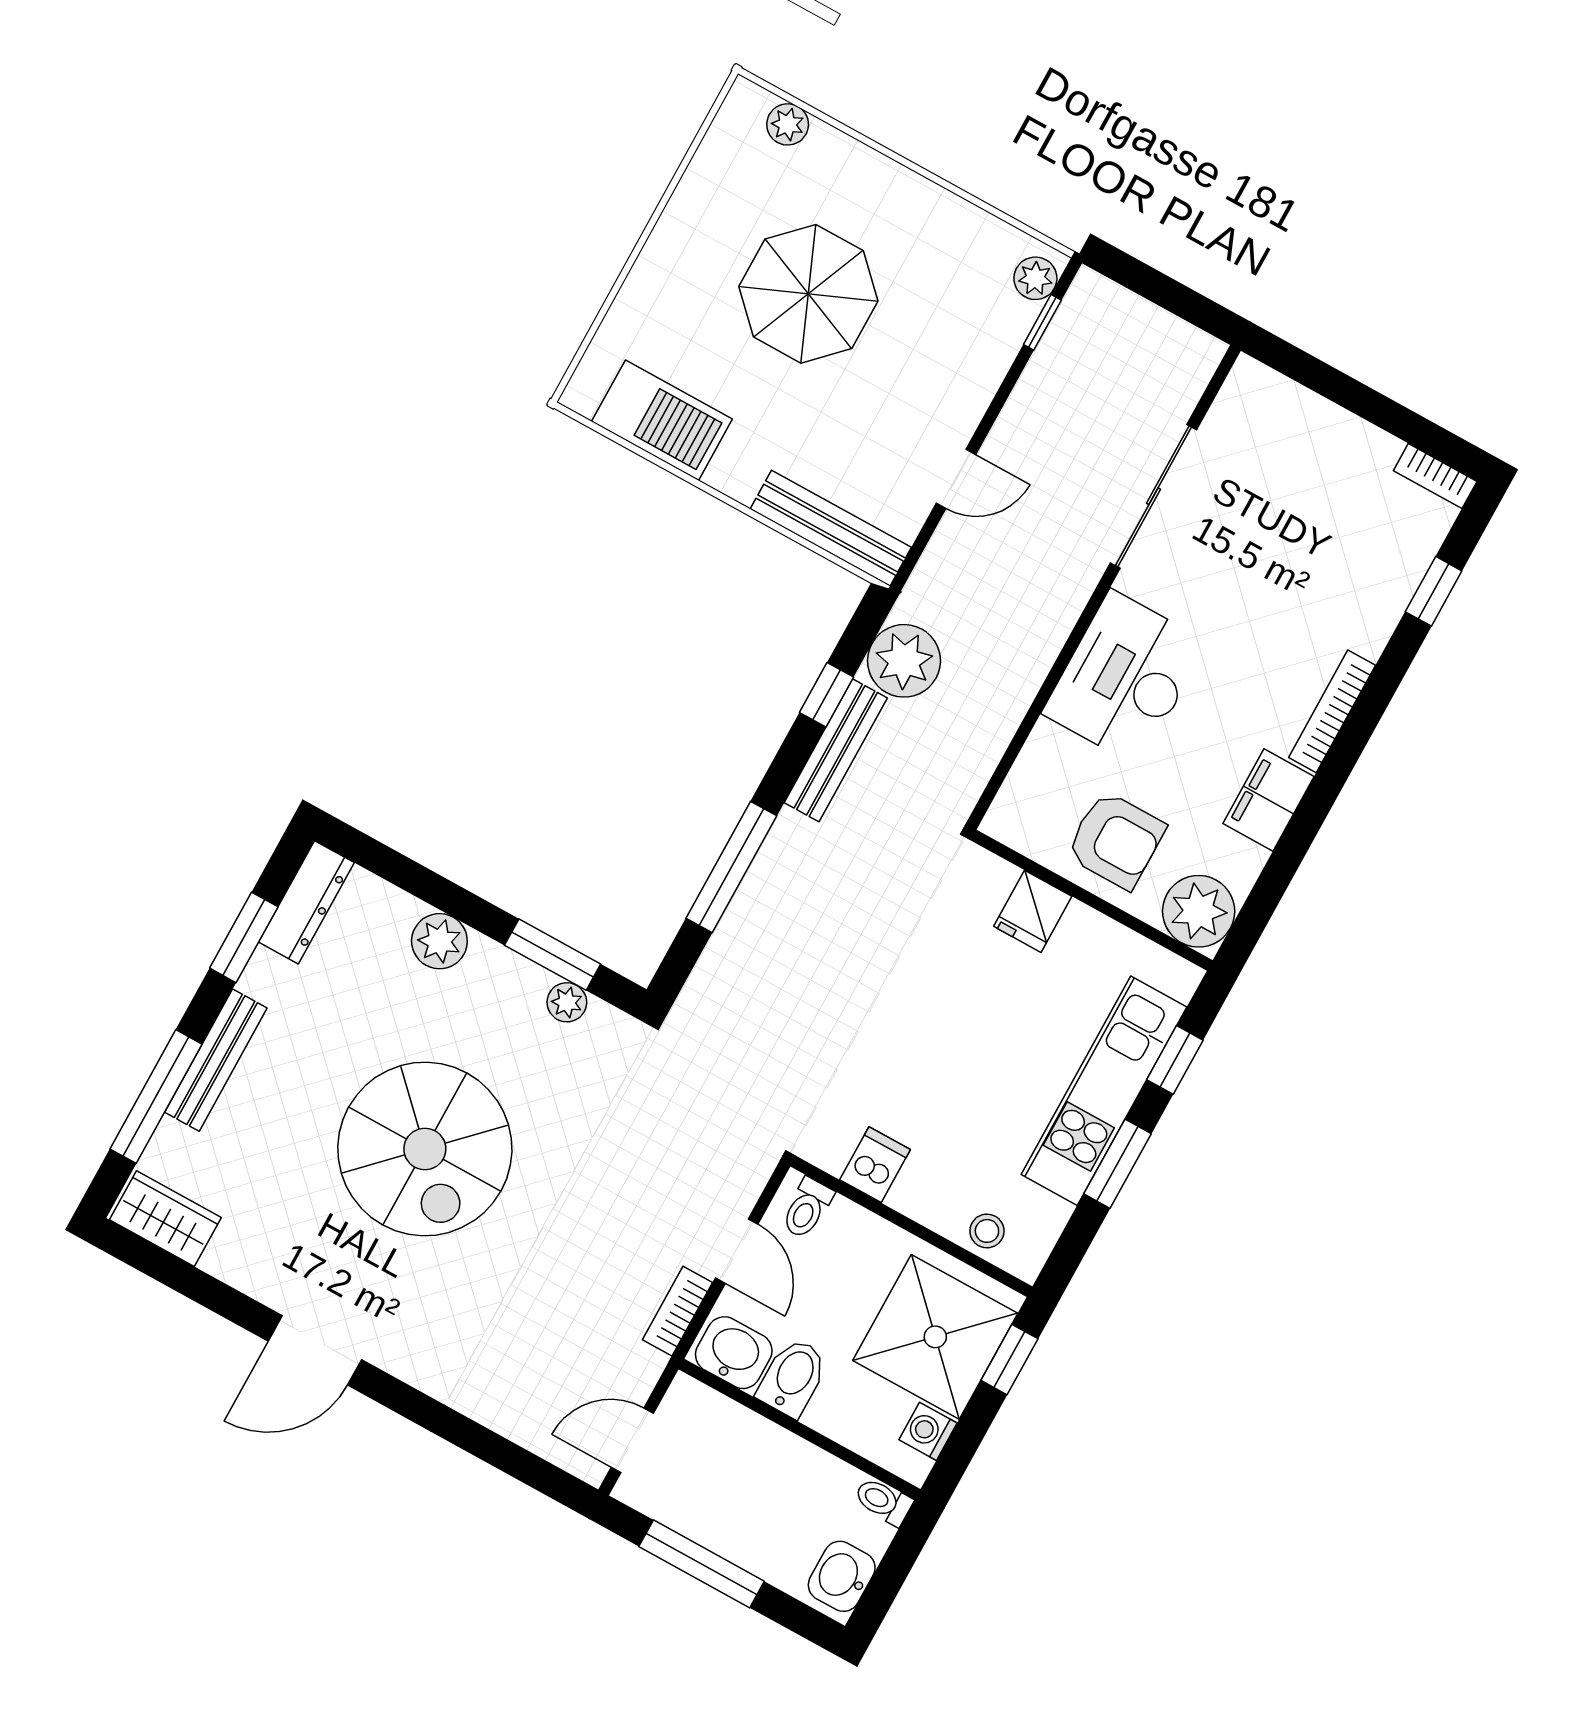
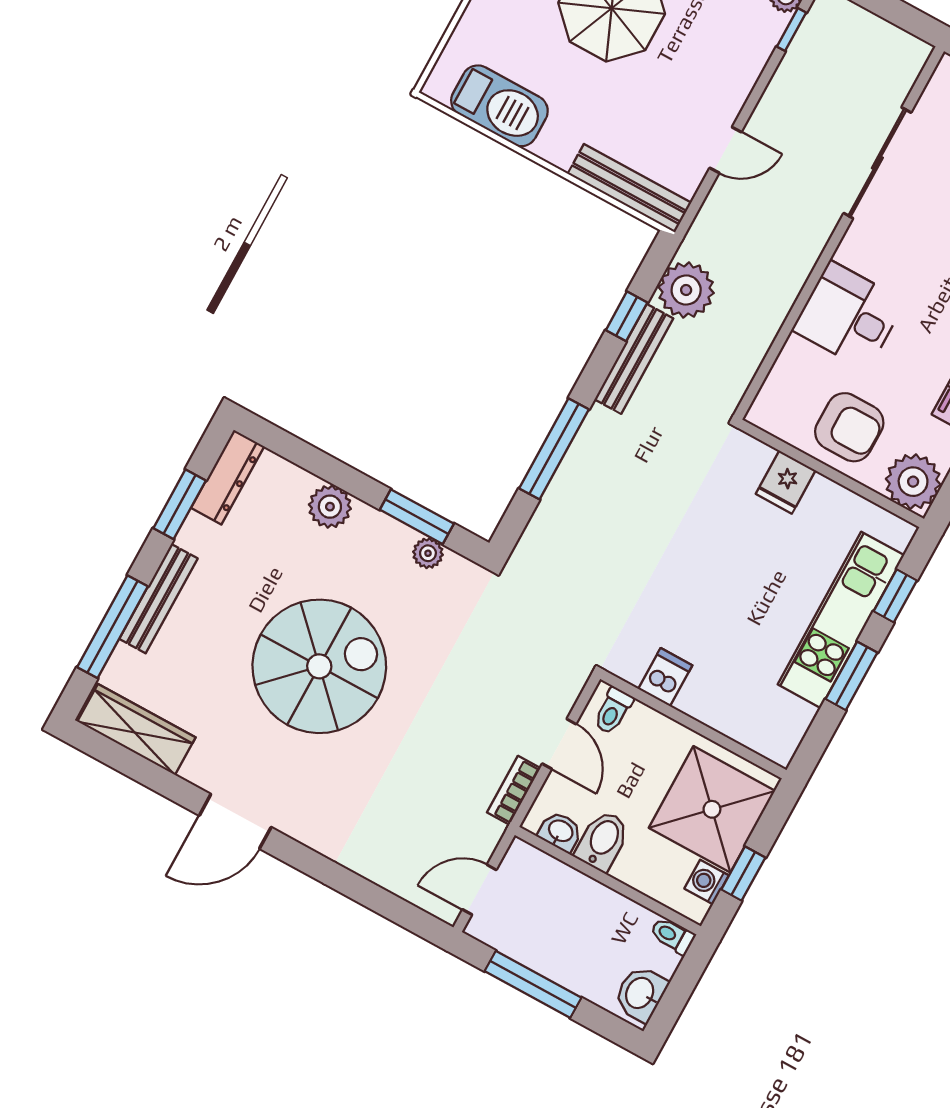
desk: (1125, 678) -> (849, 316), width x0.73
spiral stairs: (425, 1149) -> (319, 666), turned -90
wardrobe: (165, 1219) -> (136, 729), width x1.50
stool: (987, 1231) -> (751, 728), removed
washbasin: (734, 1353) -> (560, 832), width x0.72, depth x0.69
window: (1009, 1360) -> (743, 873), moved

